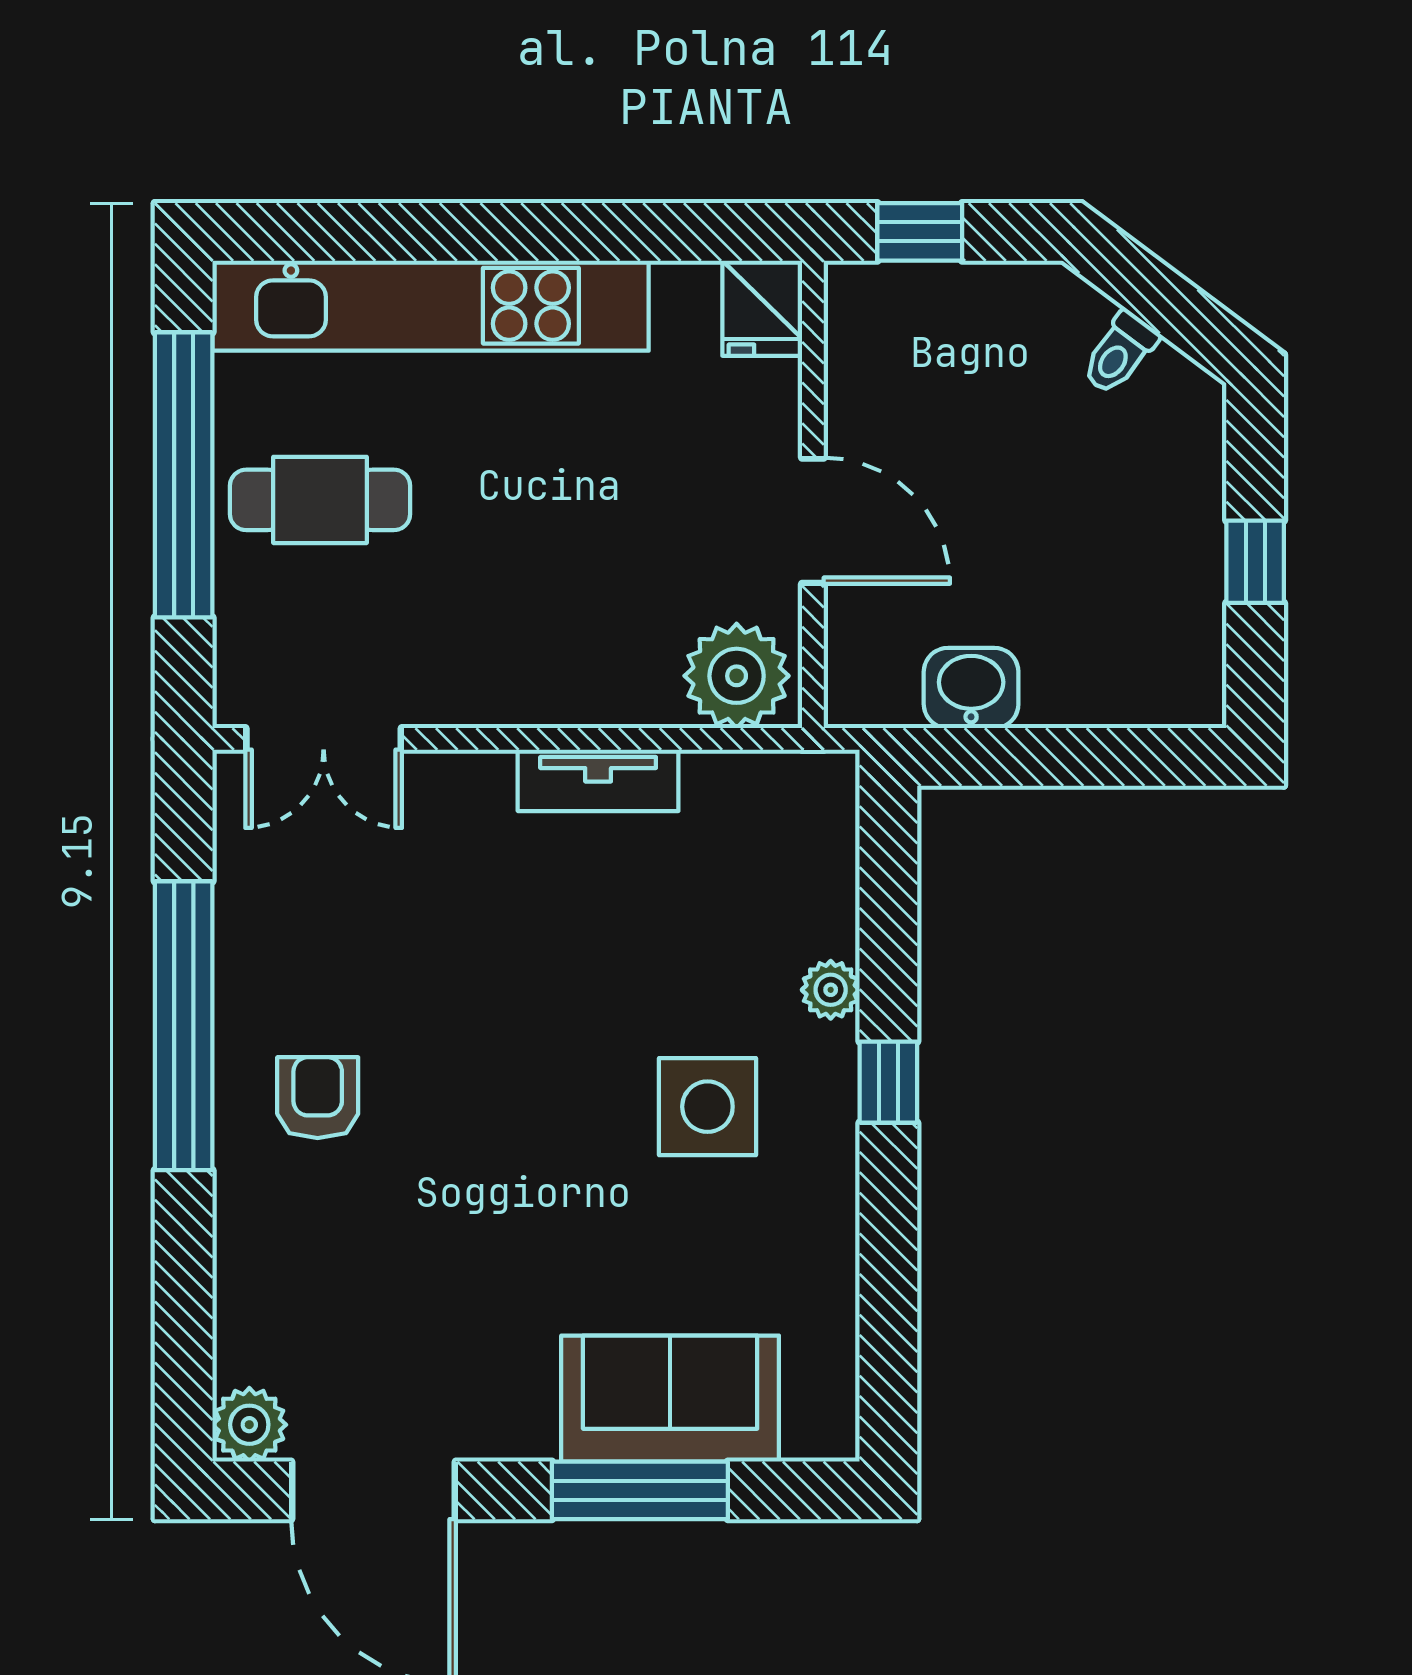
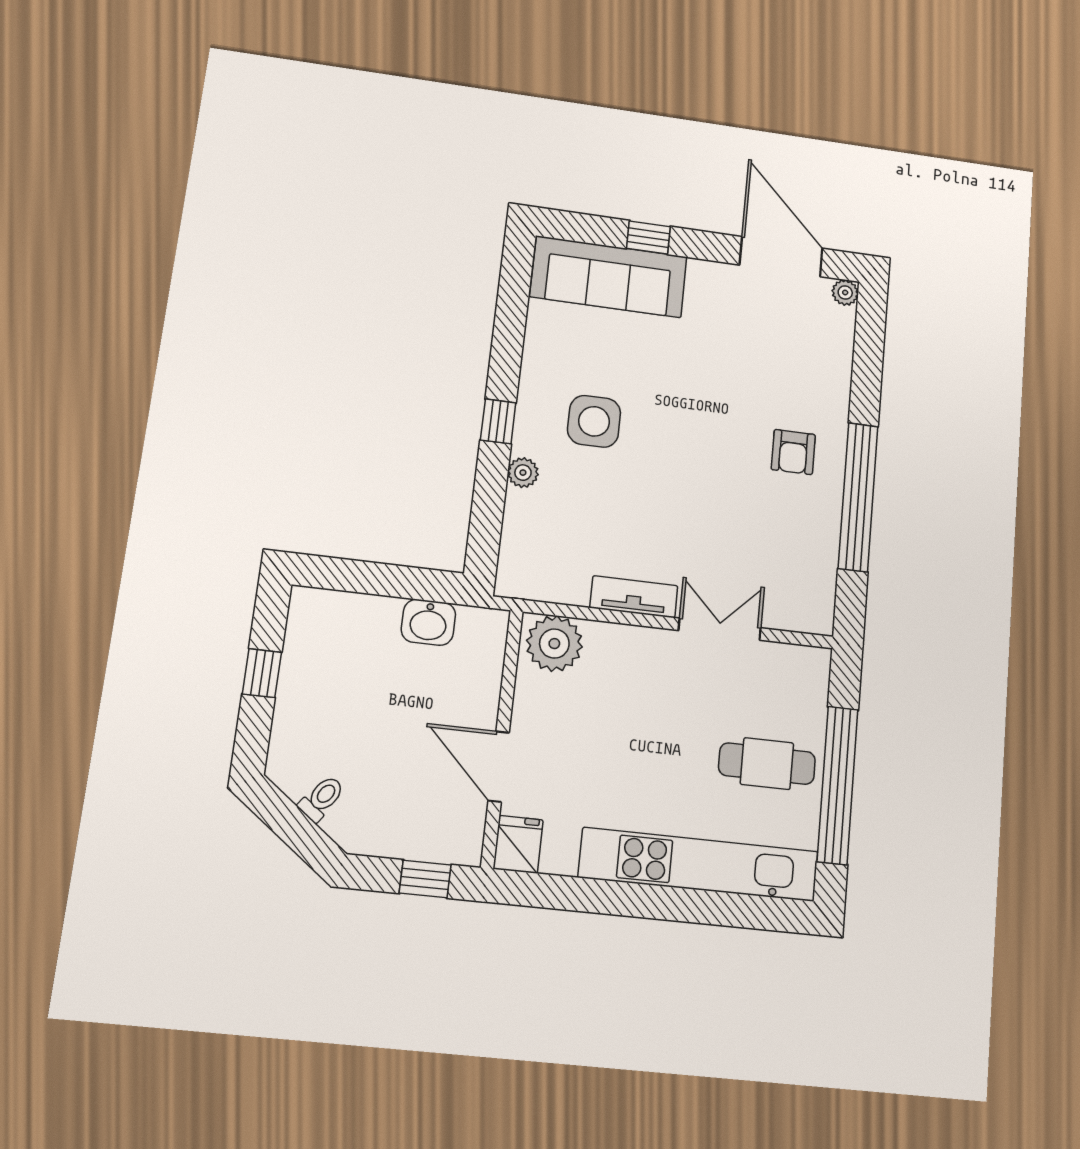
door: (813, 521) -> (499, 767), moved
double door: (324, 739) -> (720, 629), moved
sofa: (670, 1399) -> (609, 277), width x1.36
plant: (249, 1425) -> (845, 293), width x0.73, depth x0.73
window: (640, 1490) -> (648, 237), width x0.46

